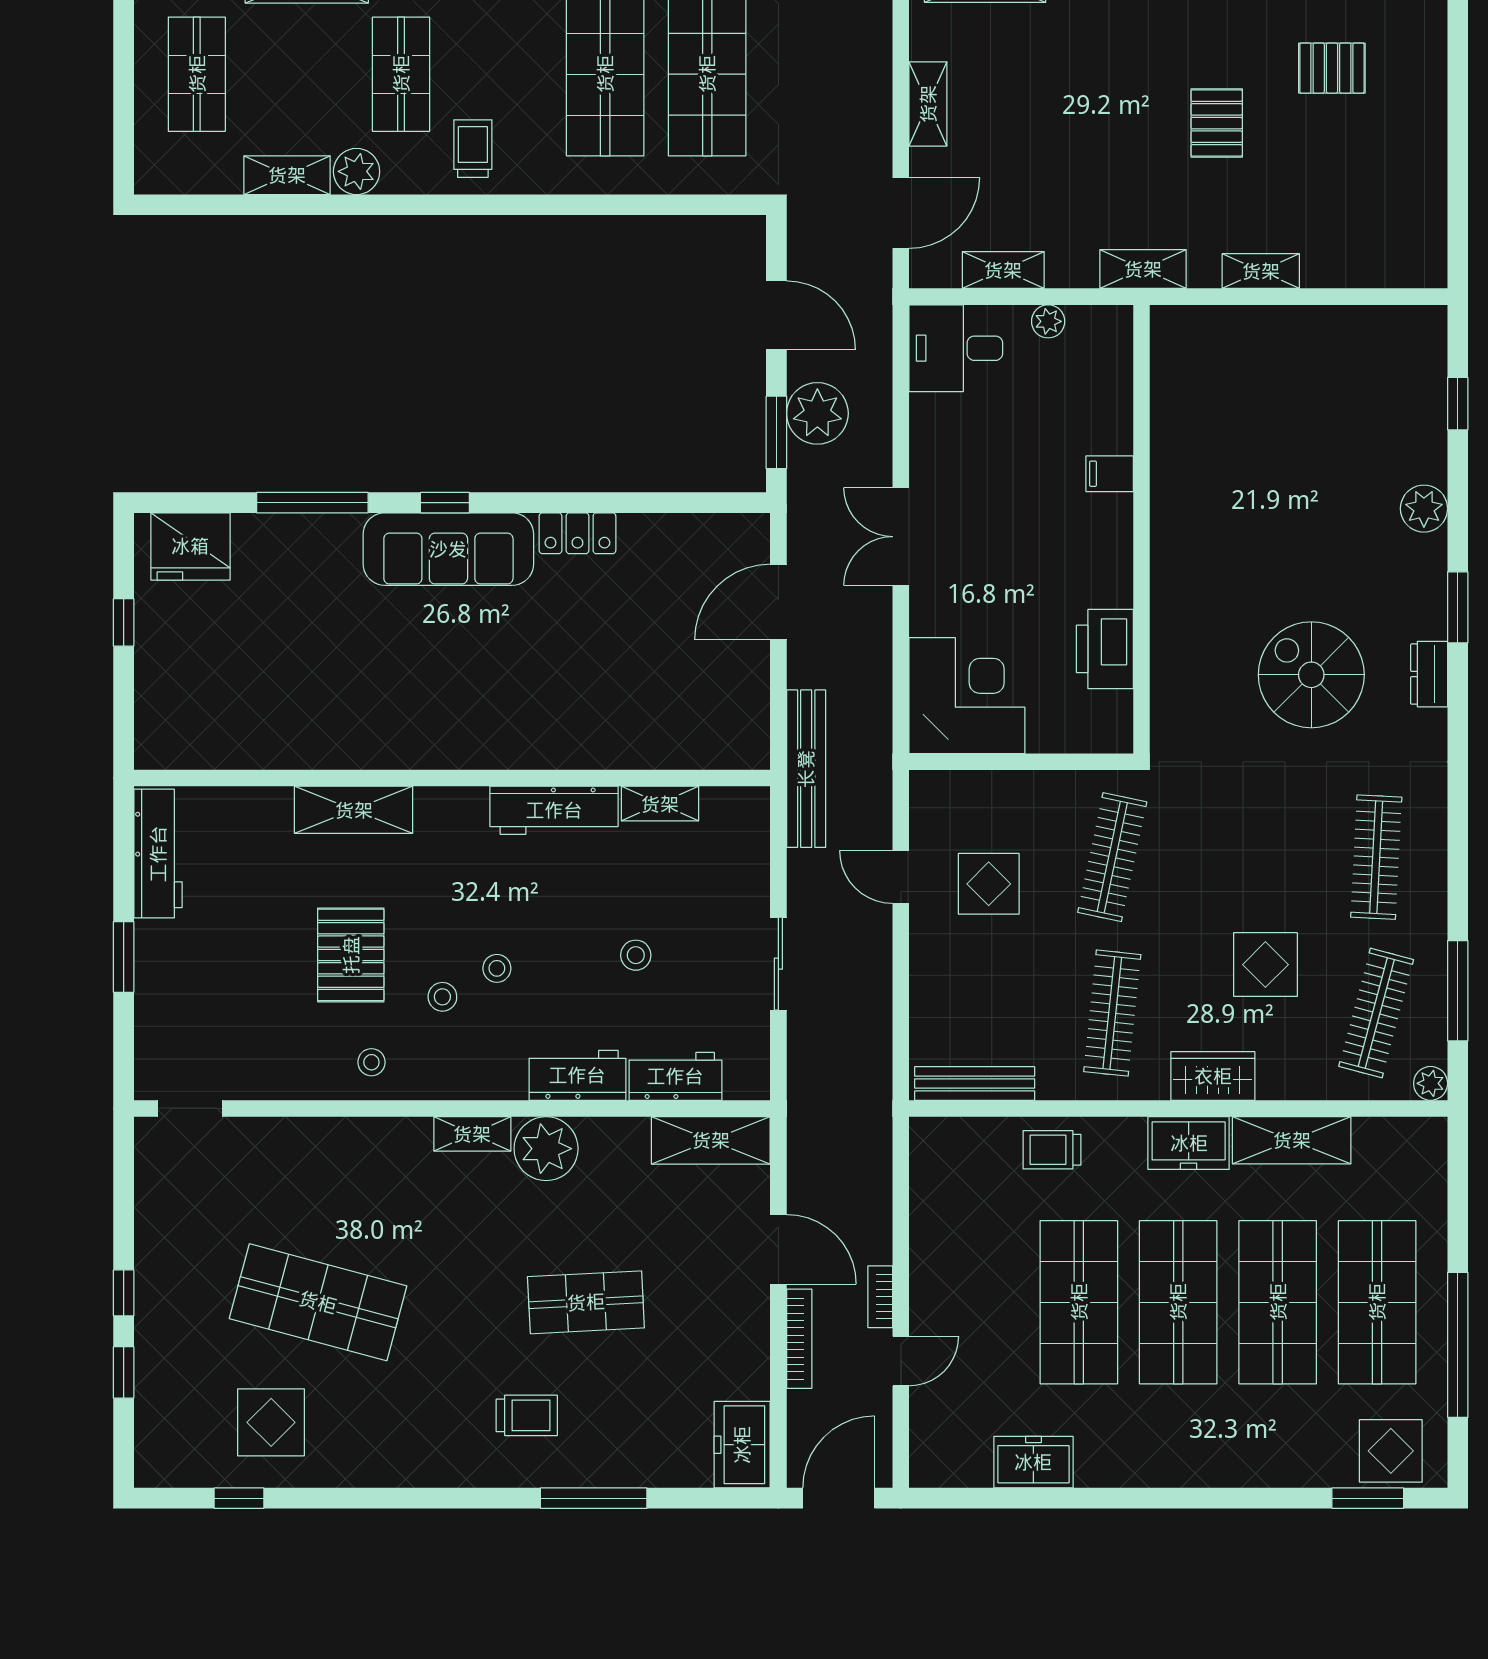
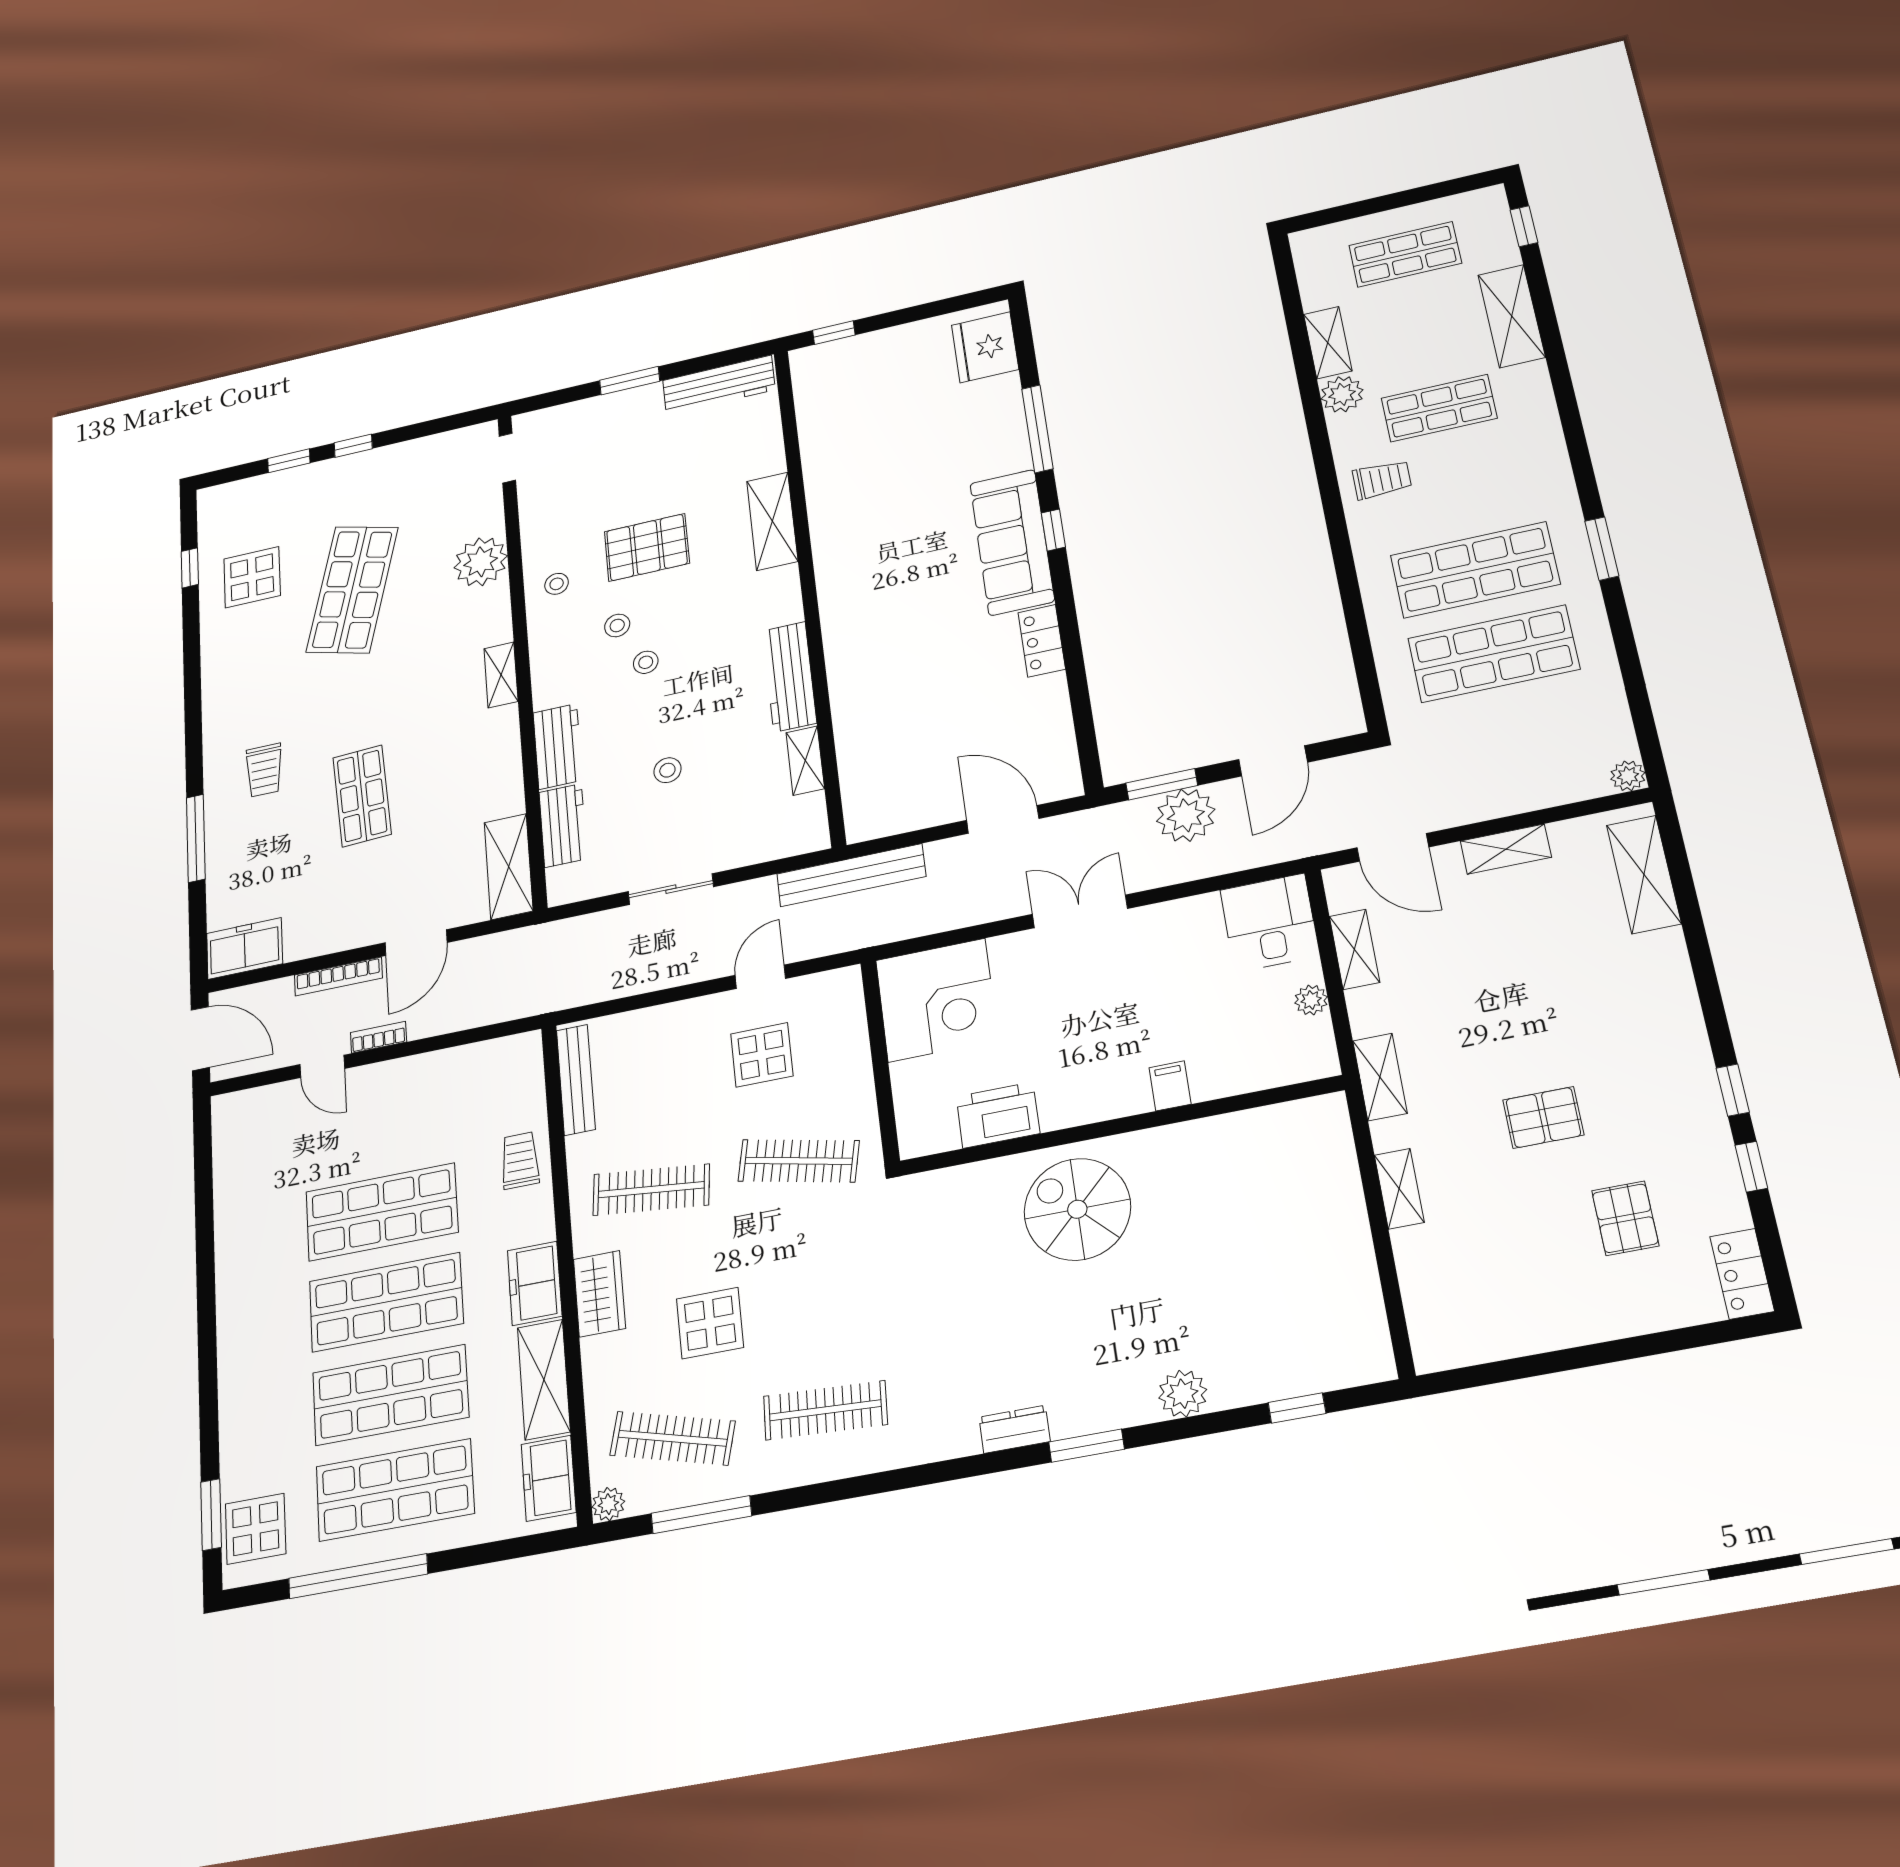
window: (124, 622) -> (834, 333), moved
spiral stairs: (1311, 675) -> (1077, 1209), moved, turned -90
plant: (546, 1149) -> (481, 562), moved
freezer: (1033, 1462) -> (549, 1478), moved, turned 180

